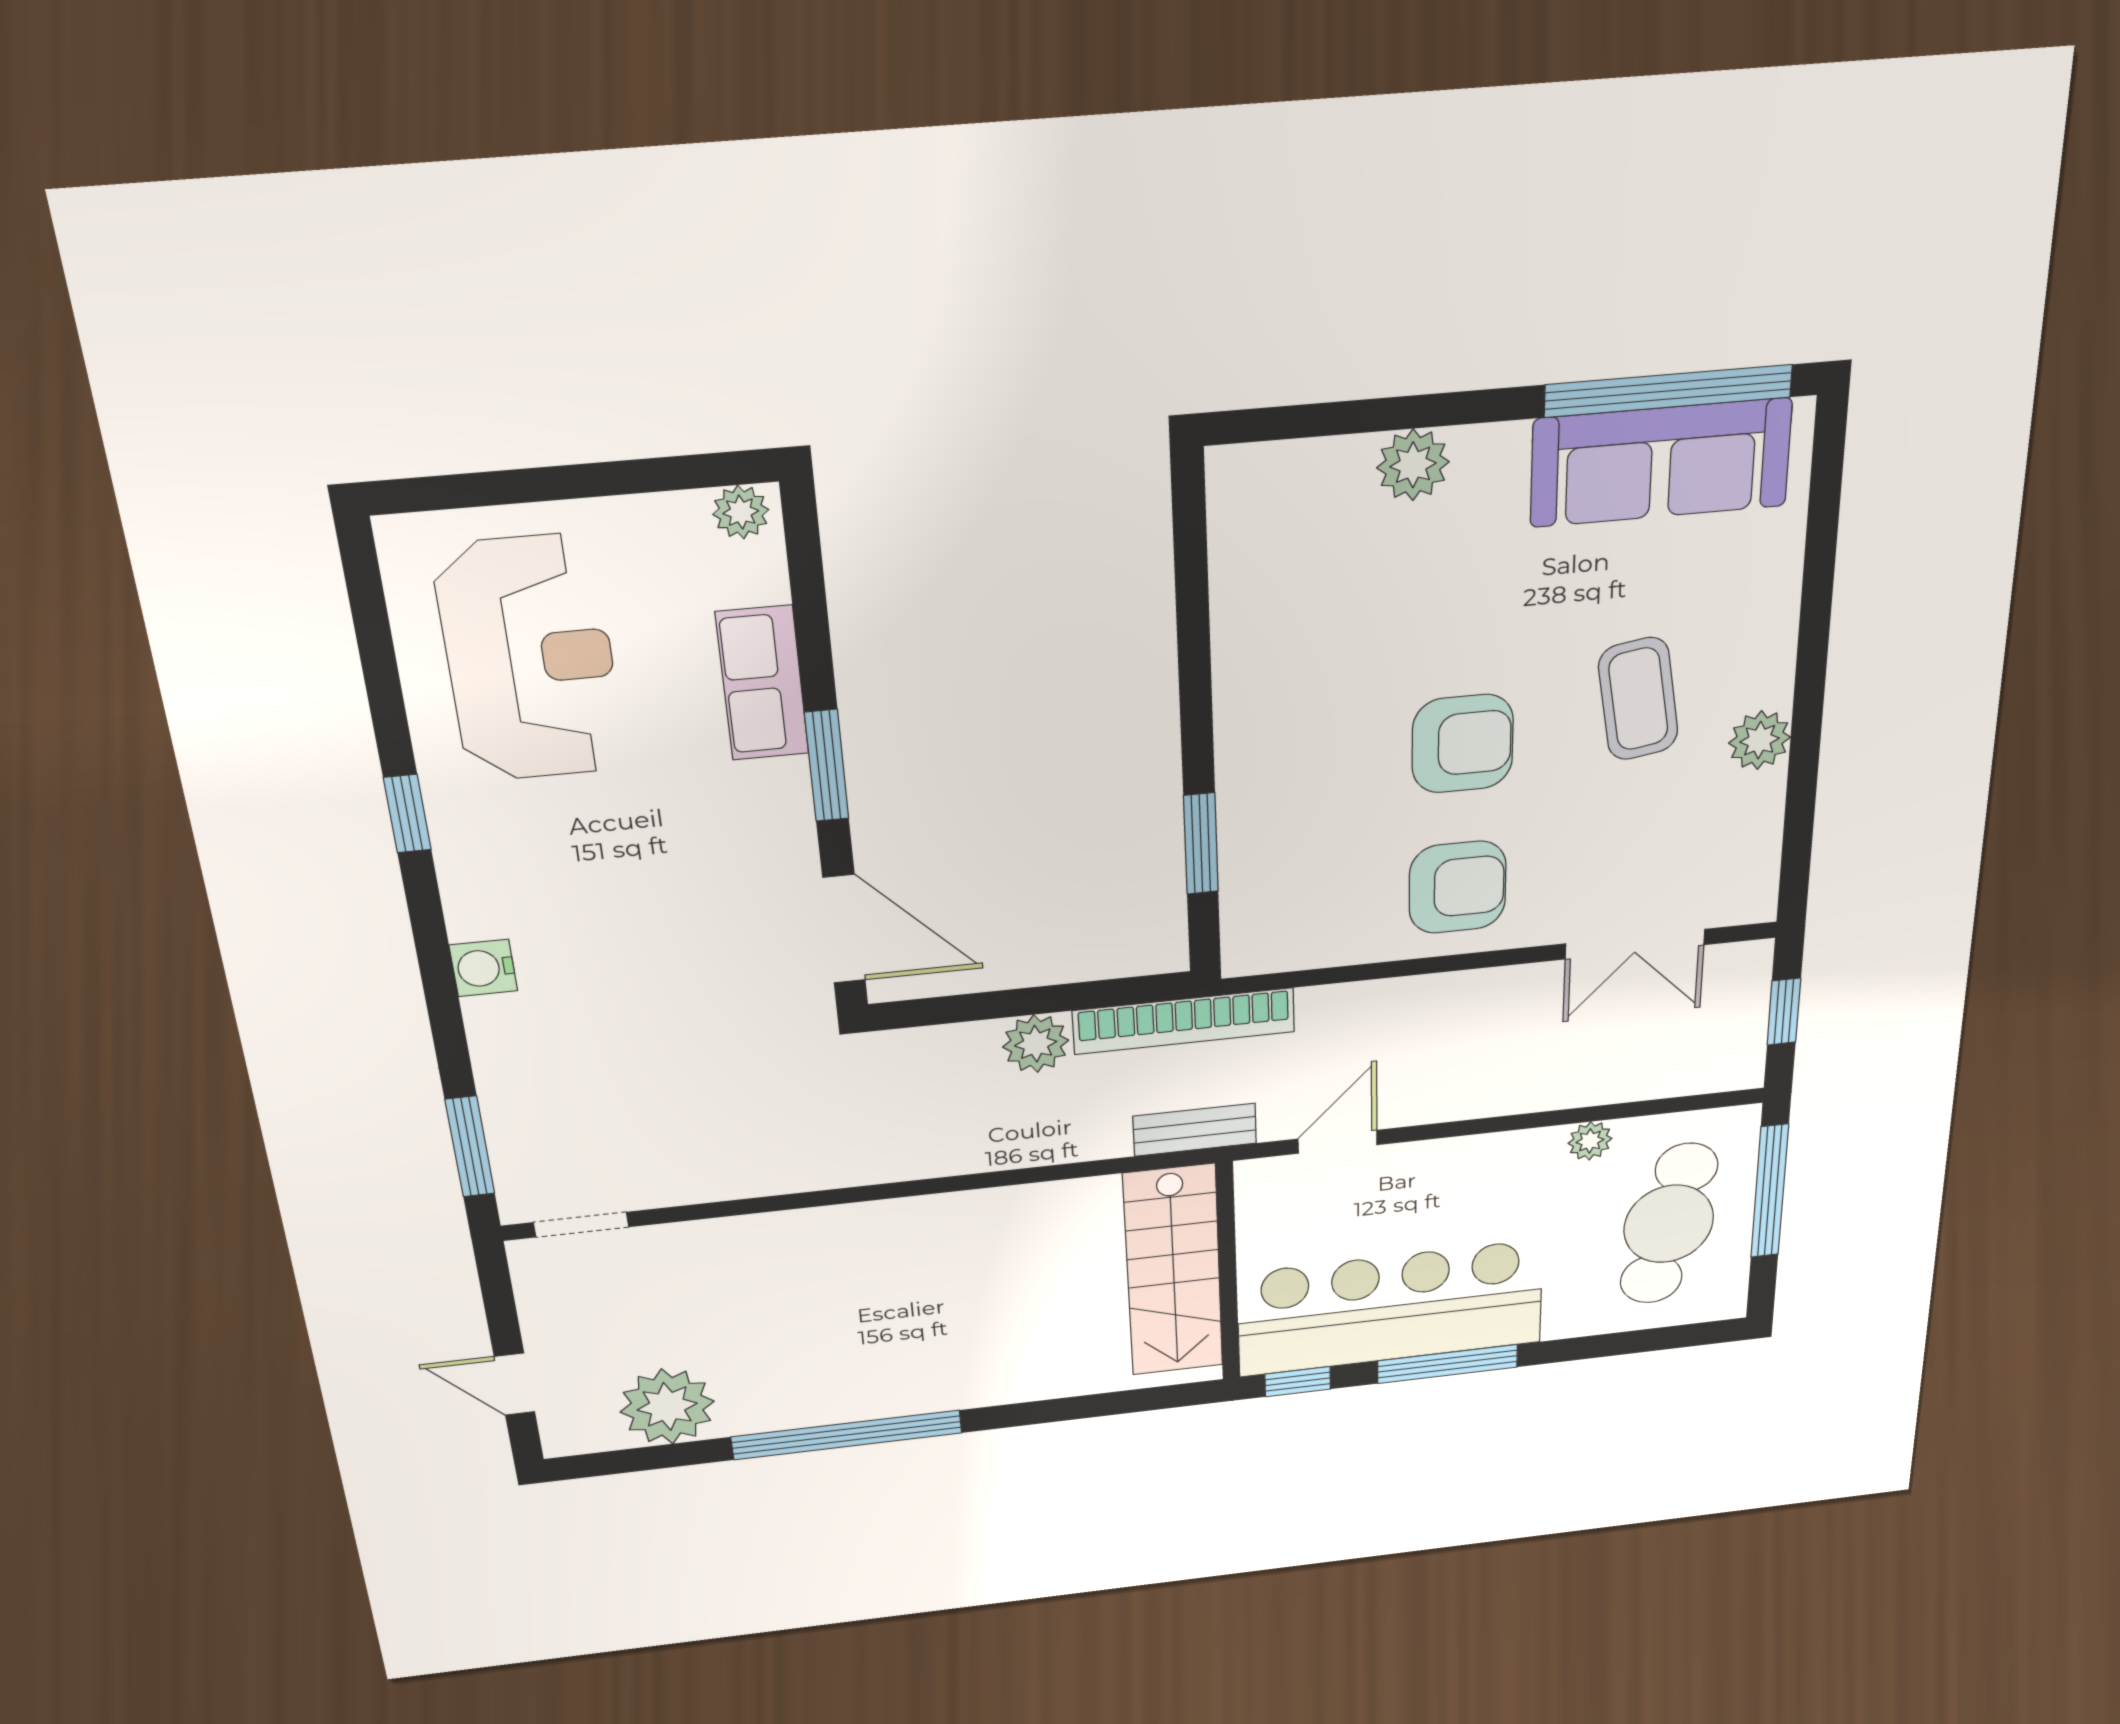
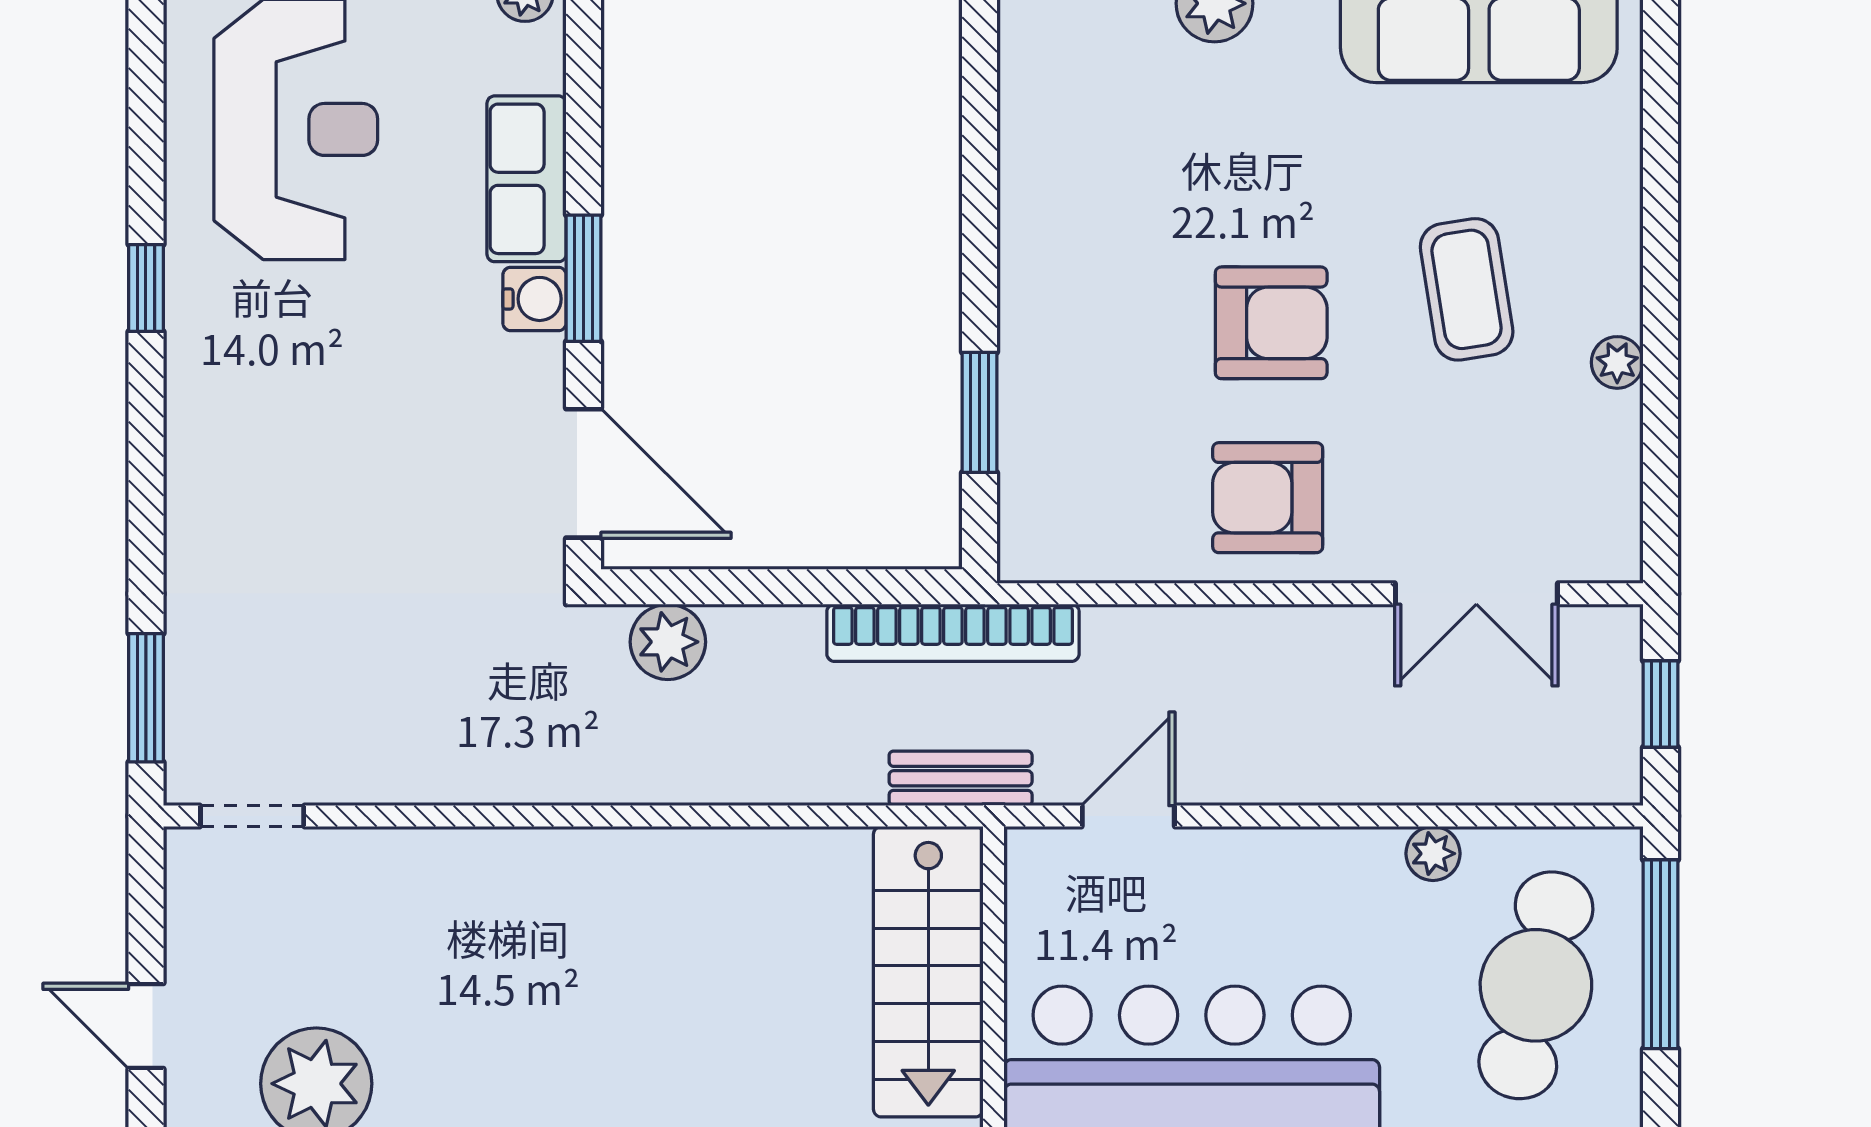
plant: (1760, 740) -> (1617, 362), width x0.73, depth x0.73
armchair: (1457, 887) -> (1268, 498), turned 180
water cooler: (483, 968) -> (535, 299), moved, turned 180
plant: (1036, 1044) -> (668, 642), moved

